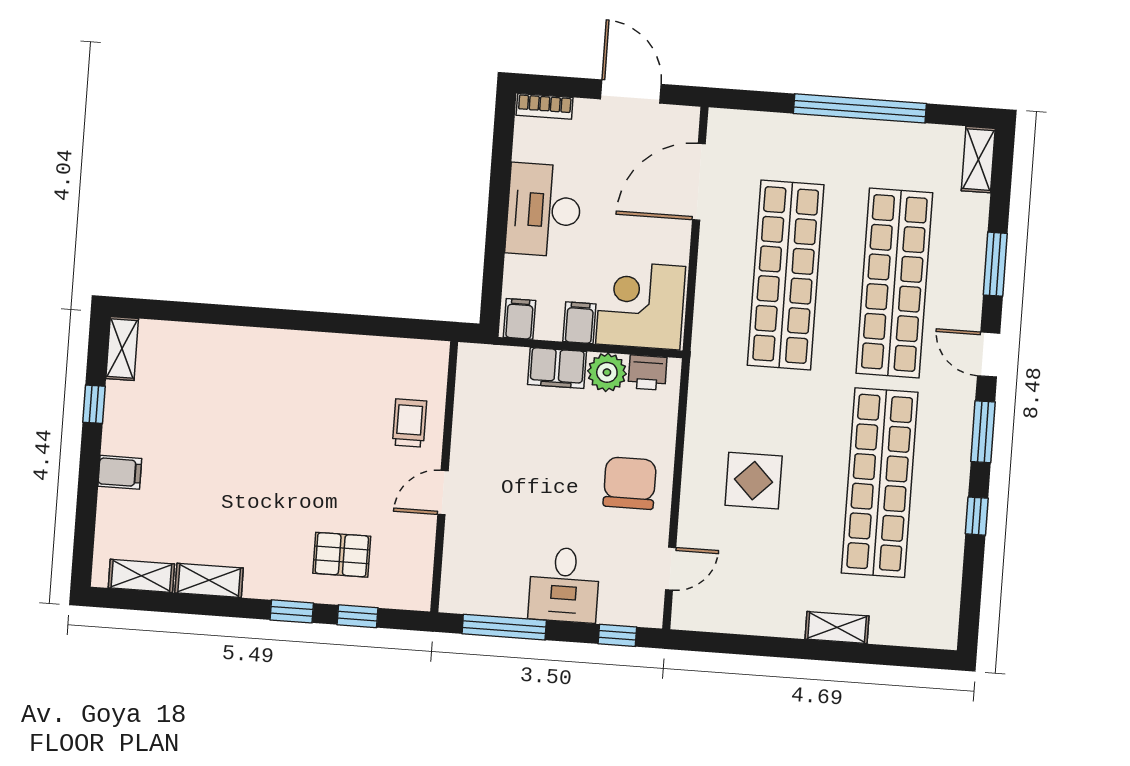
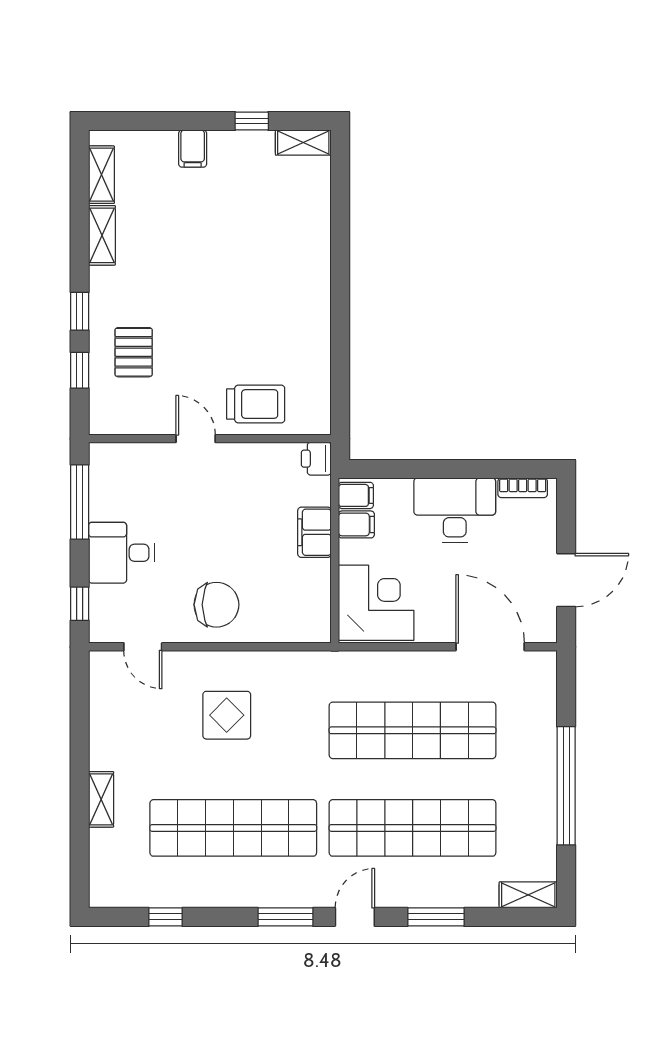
bookcase: (545, 106) -> (523, 488), moved, turned -90
filing cabinet: (579, 323) -> (356, 524), moved
plant: (607, 372) -> (314, 577), removed
printer: (647, 373) -> (316, 459), moved
trolley: (409, 423) -> (256, 404), width x1.36, depth x1.39
window: (977, 516) -> (166, 917), moved

